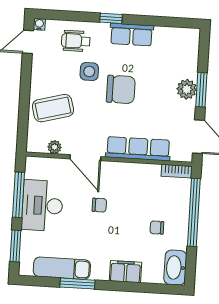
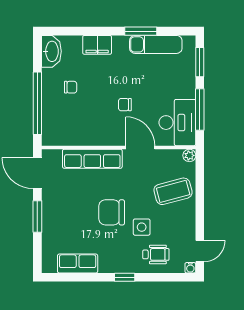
row of seats: (132, 35) -> (78, 264), moved
plant: (187, 89) -> (51, 216), removed
plant: (55, 147) -> (189, 155), moved
bookcase: (177, 171) -> (56, 140), removed
desk: (42, 205) -> (177, 123), moved

